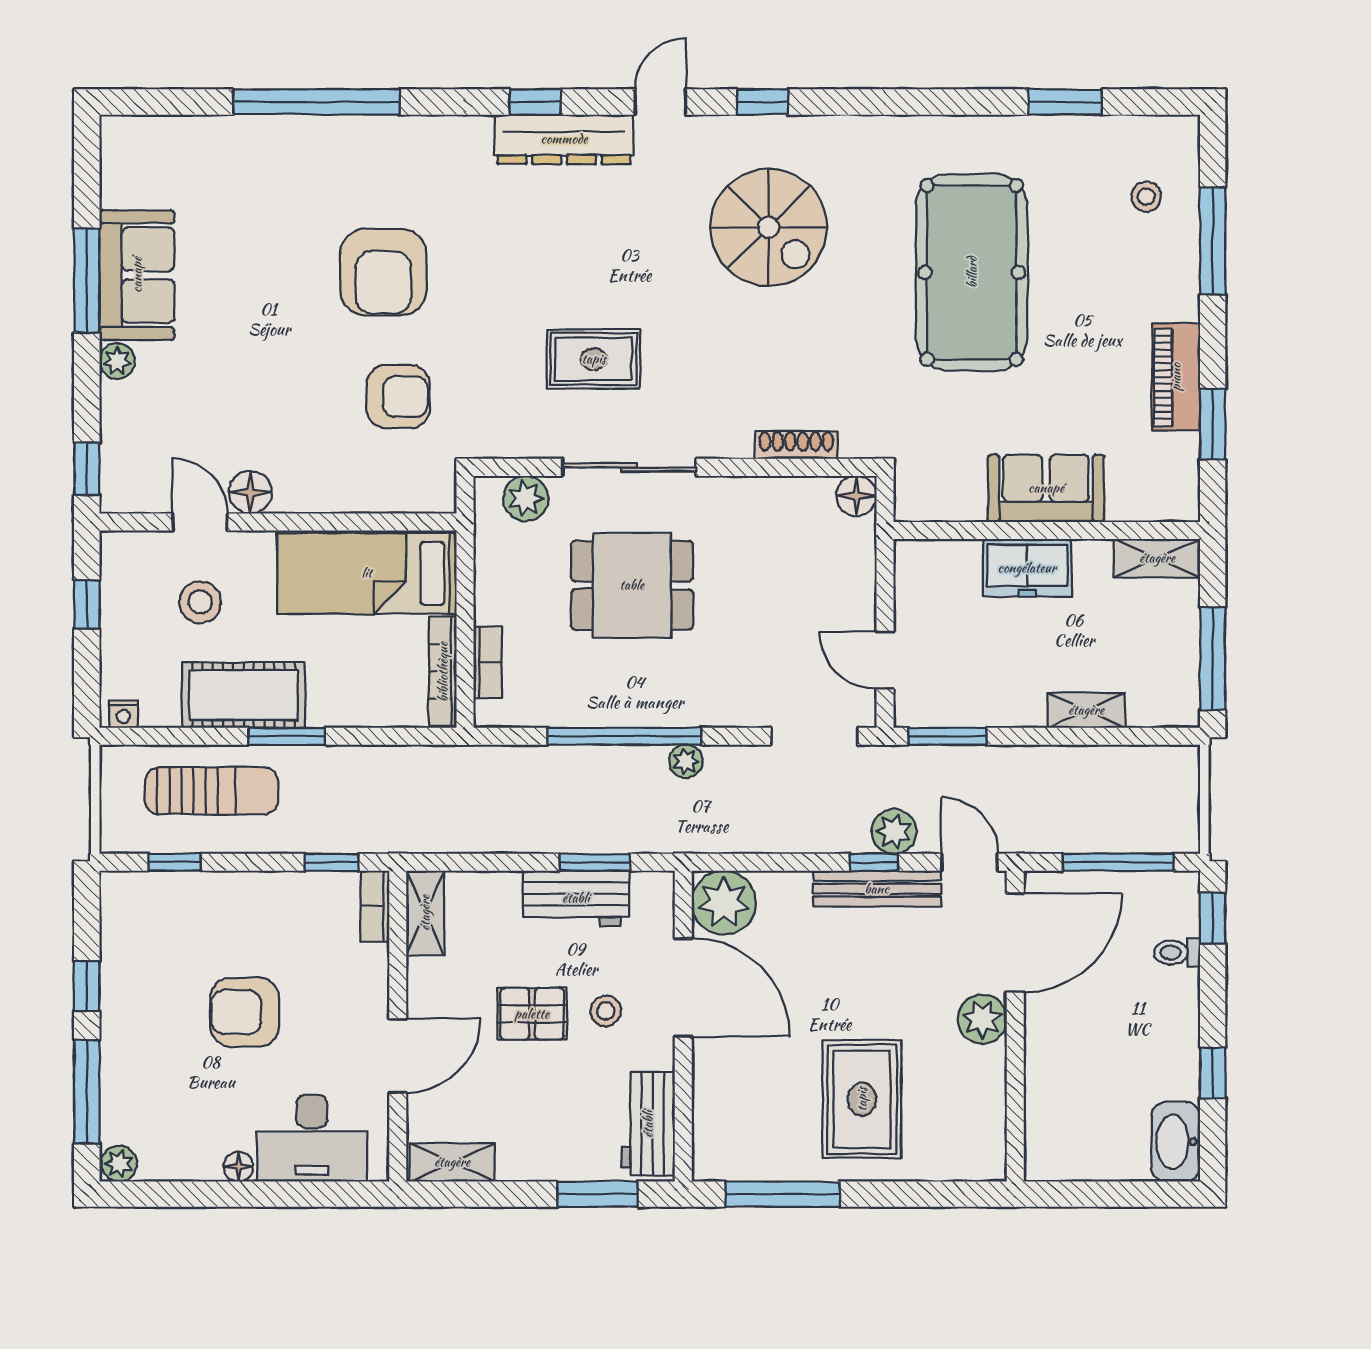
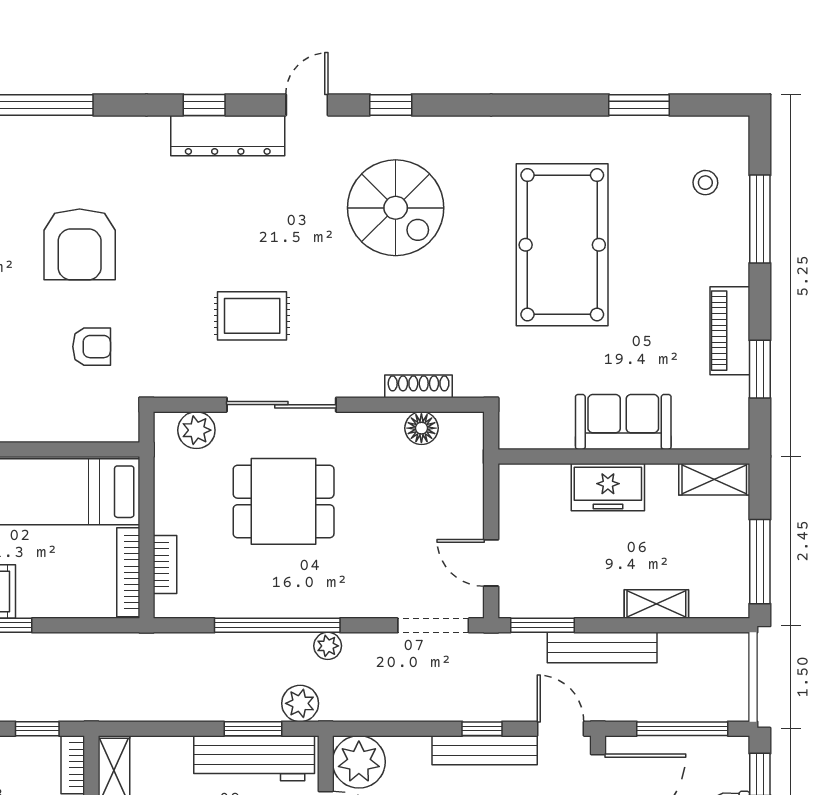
armchair: (398, 397) -> (92, 347), width x0.72, depth x0.72
floor lamp: (856, 496) -> (421, 428), moved
bench: (1020, 763) -> (602, 647), added
plant: (894, 832) -> (300, 703), moved
workbench: (576, 898) -> (254, 758), width x1.38

